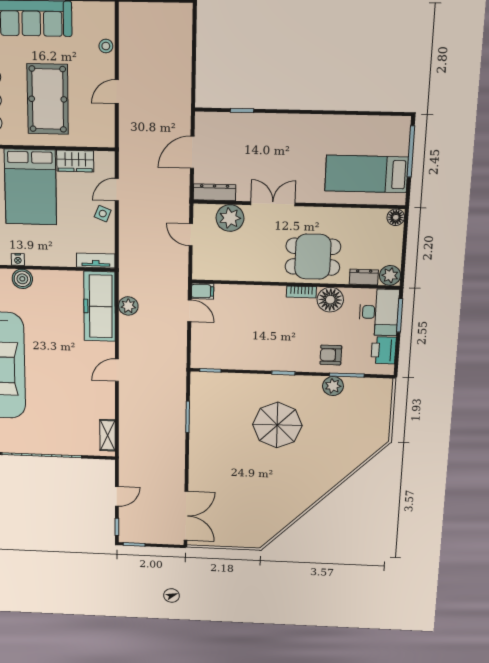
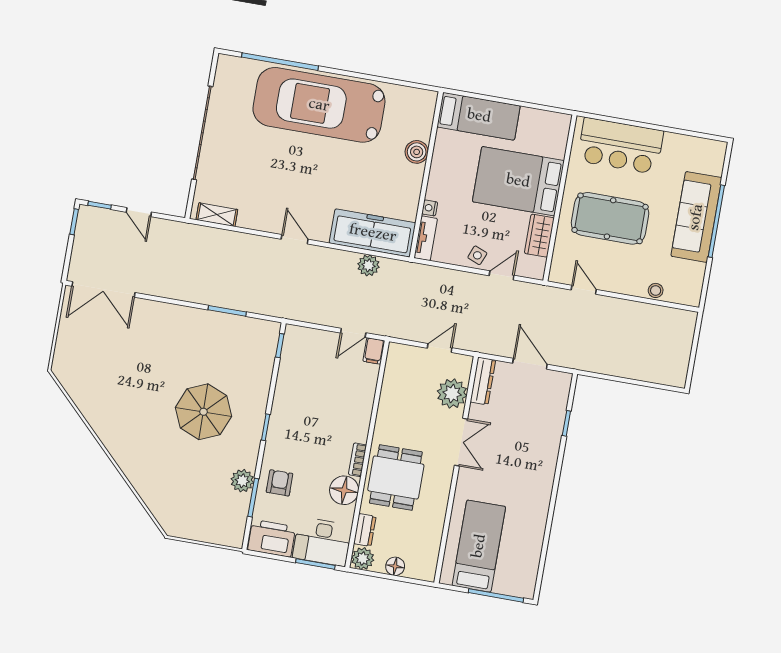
door: (117, 92) -> (584, 290), moved
door: (117, 190) -> (502, 275), hinge flipped
floor lamp: (396, 217) -> (395, 566), moved
nightstand: (18, 259) -> (430, 208), moved
printer: (384, 350) -> (272, 538), width x1.37, depth x1.19

